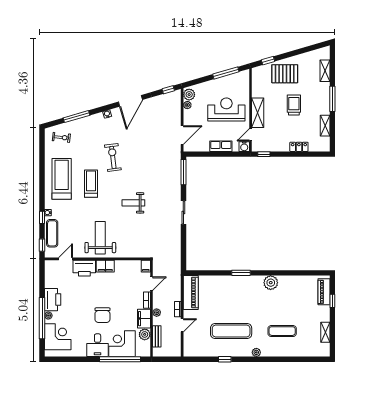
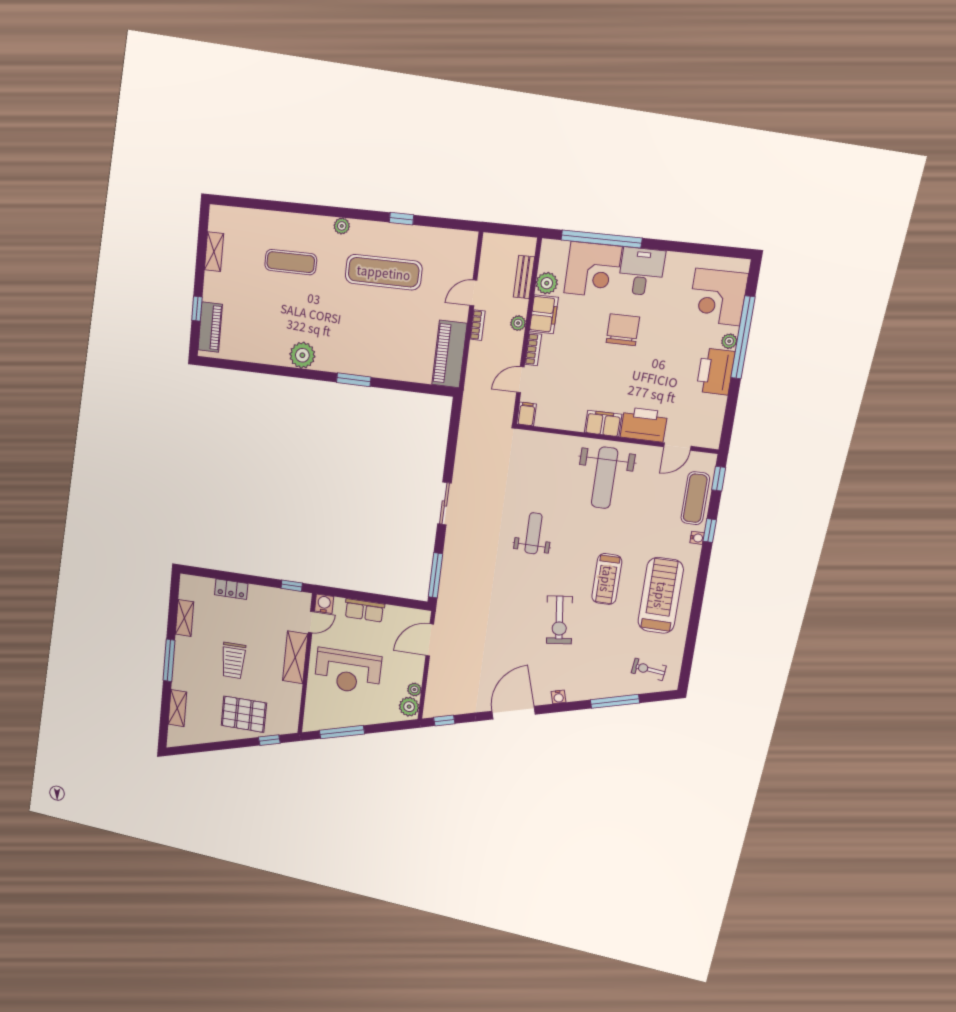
treadmill: (62, 179) -> (661, 595), turned 180
weight bench: (133, 203) -> (533, 533), turned -90

